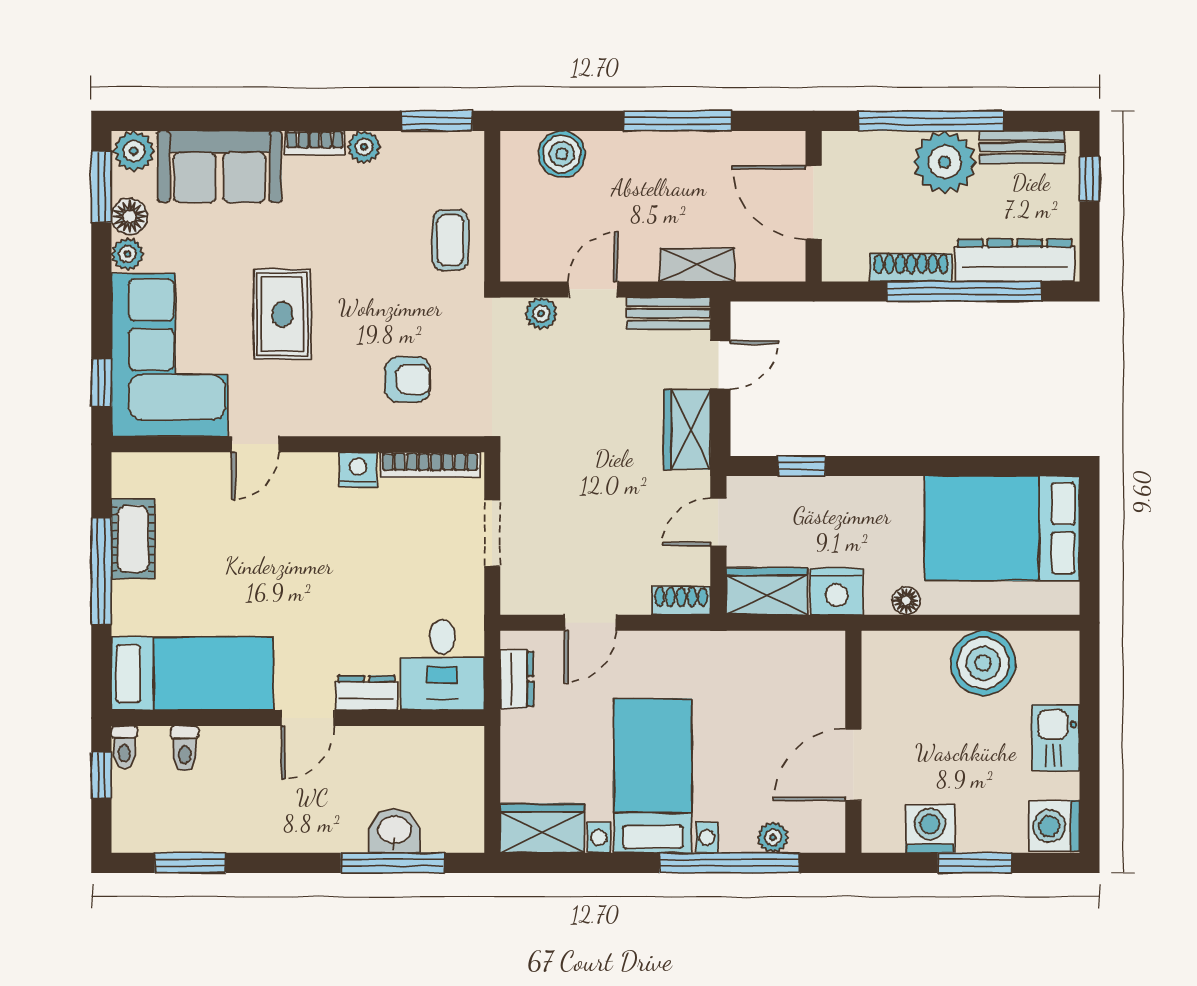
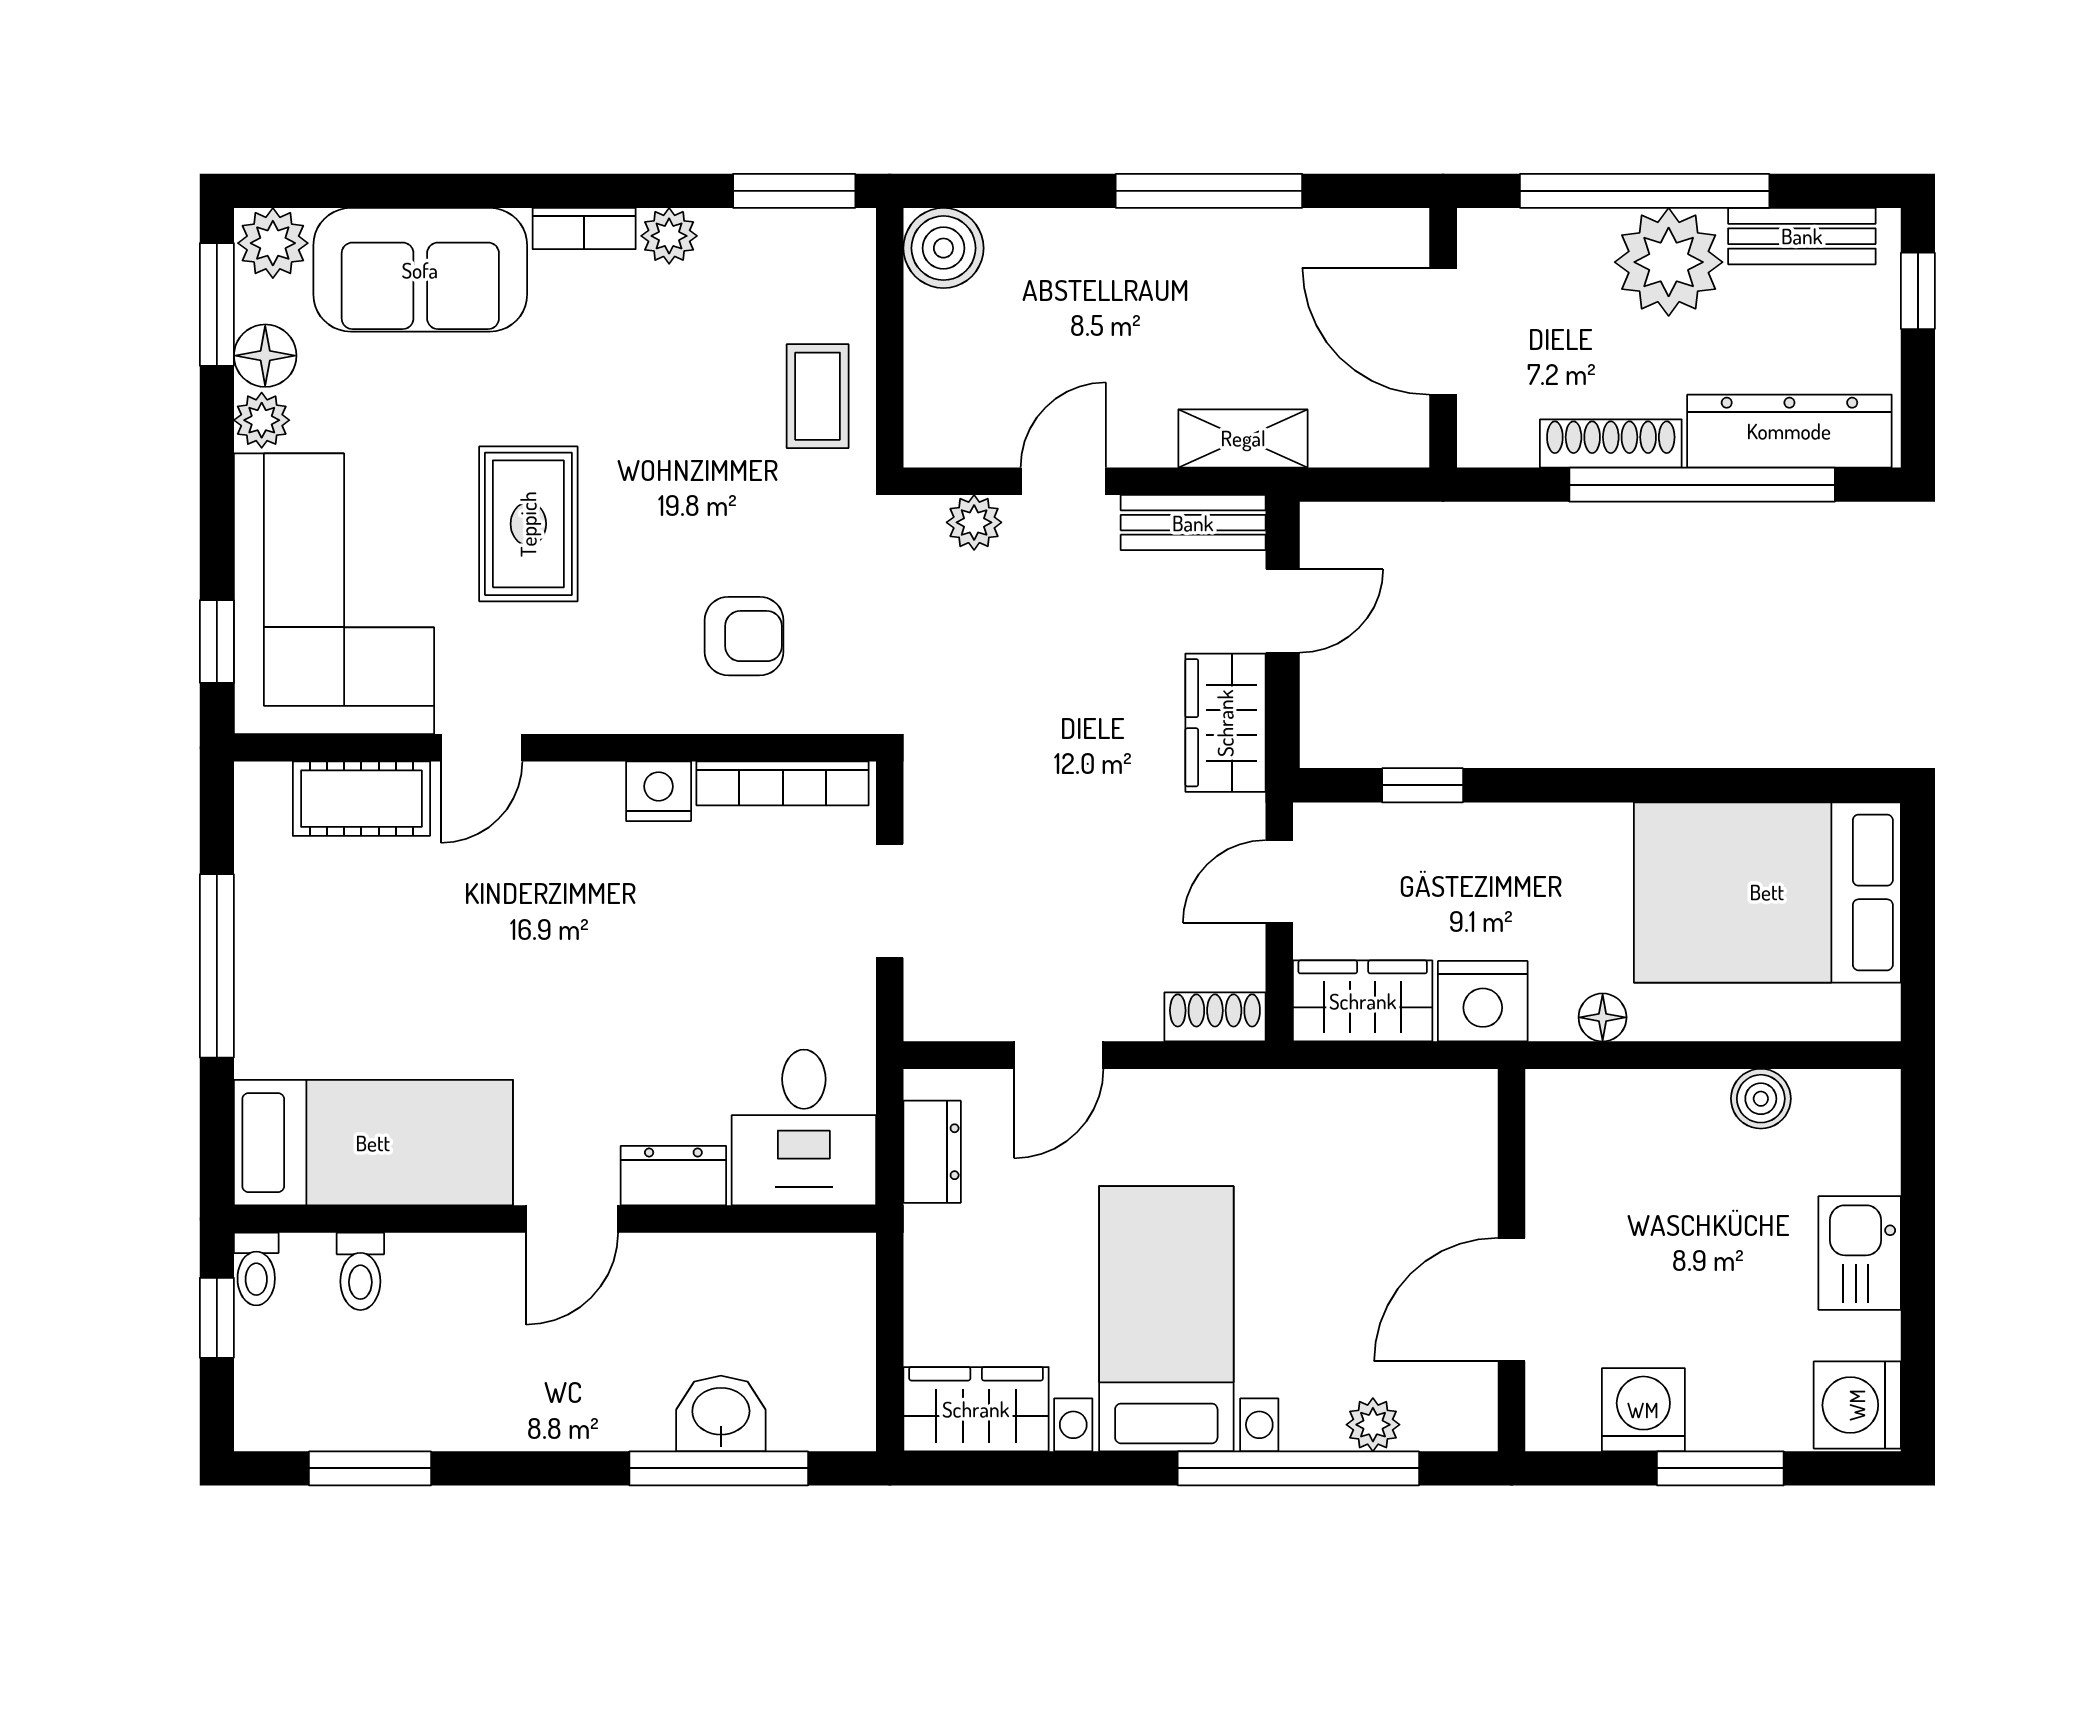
boiler: (562, 154) -> (943, 248), moved
cot: (133, 539) -> (361, 799), moved, turned 90
boiler: (983, 663) -> (1761, 1099), width x0.54, depth x0.54

